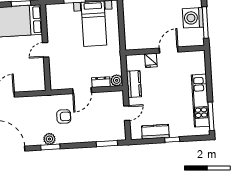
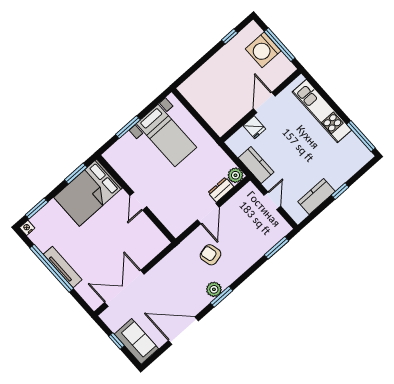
kitchen unit: (200, 101) -> (322, 111), moved
armchair: (64, 117) -> (211, 255), turned -104

